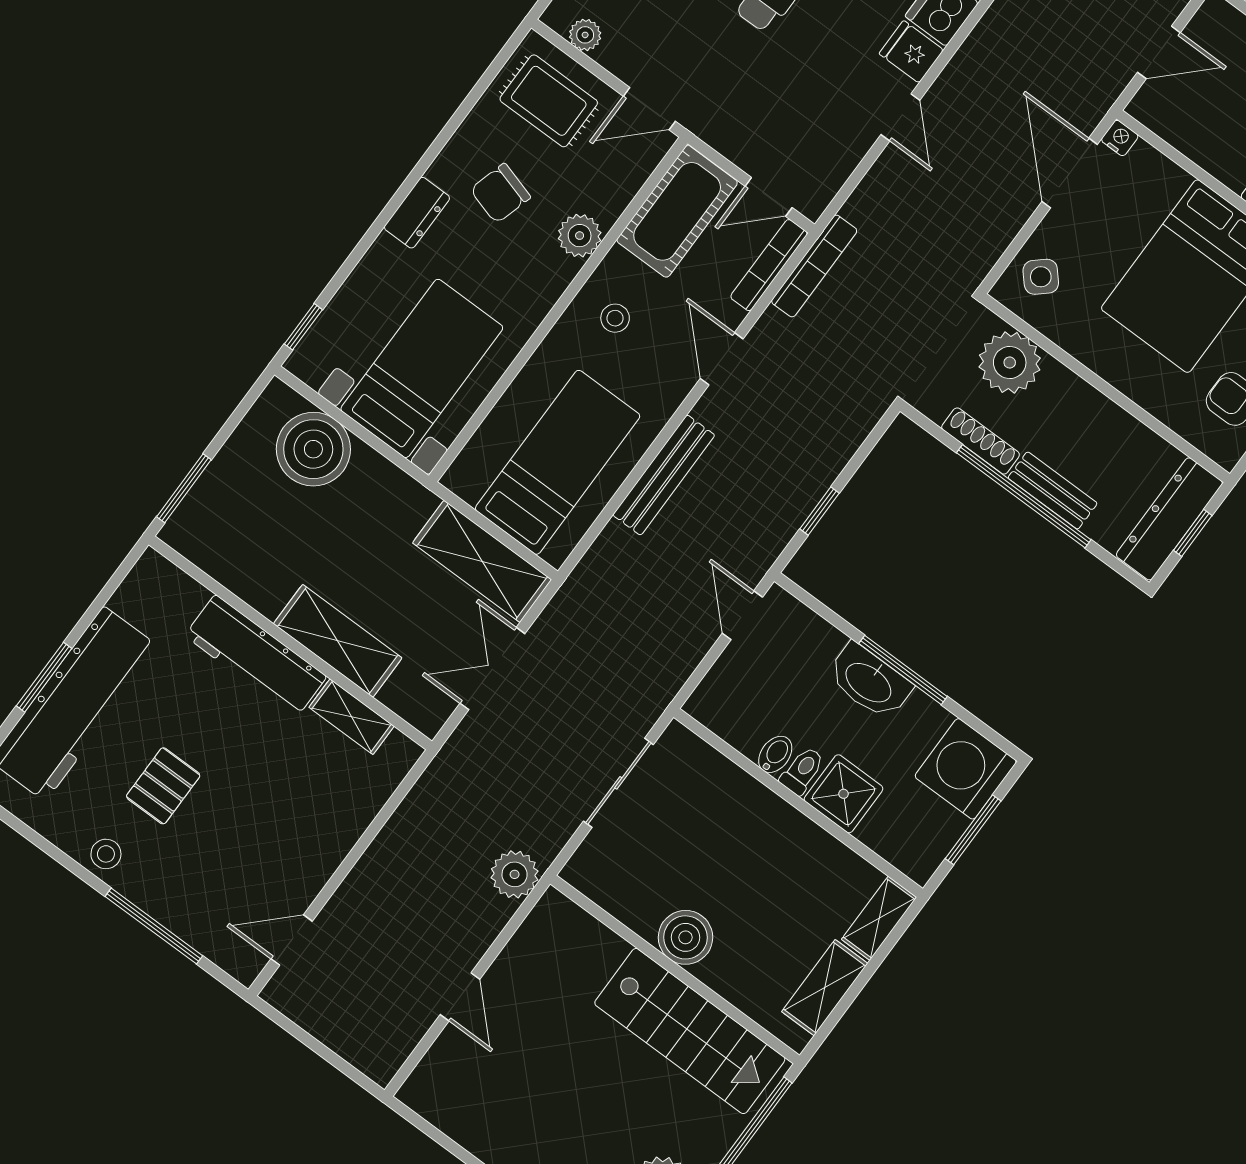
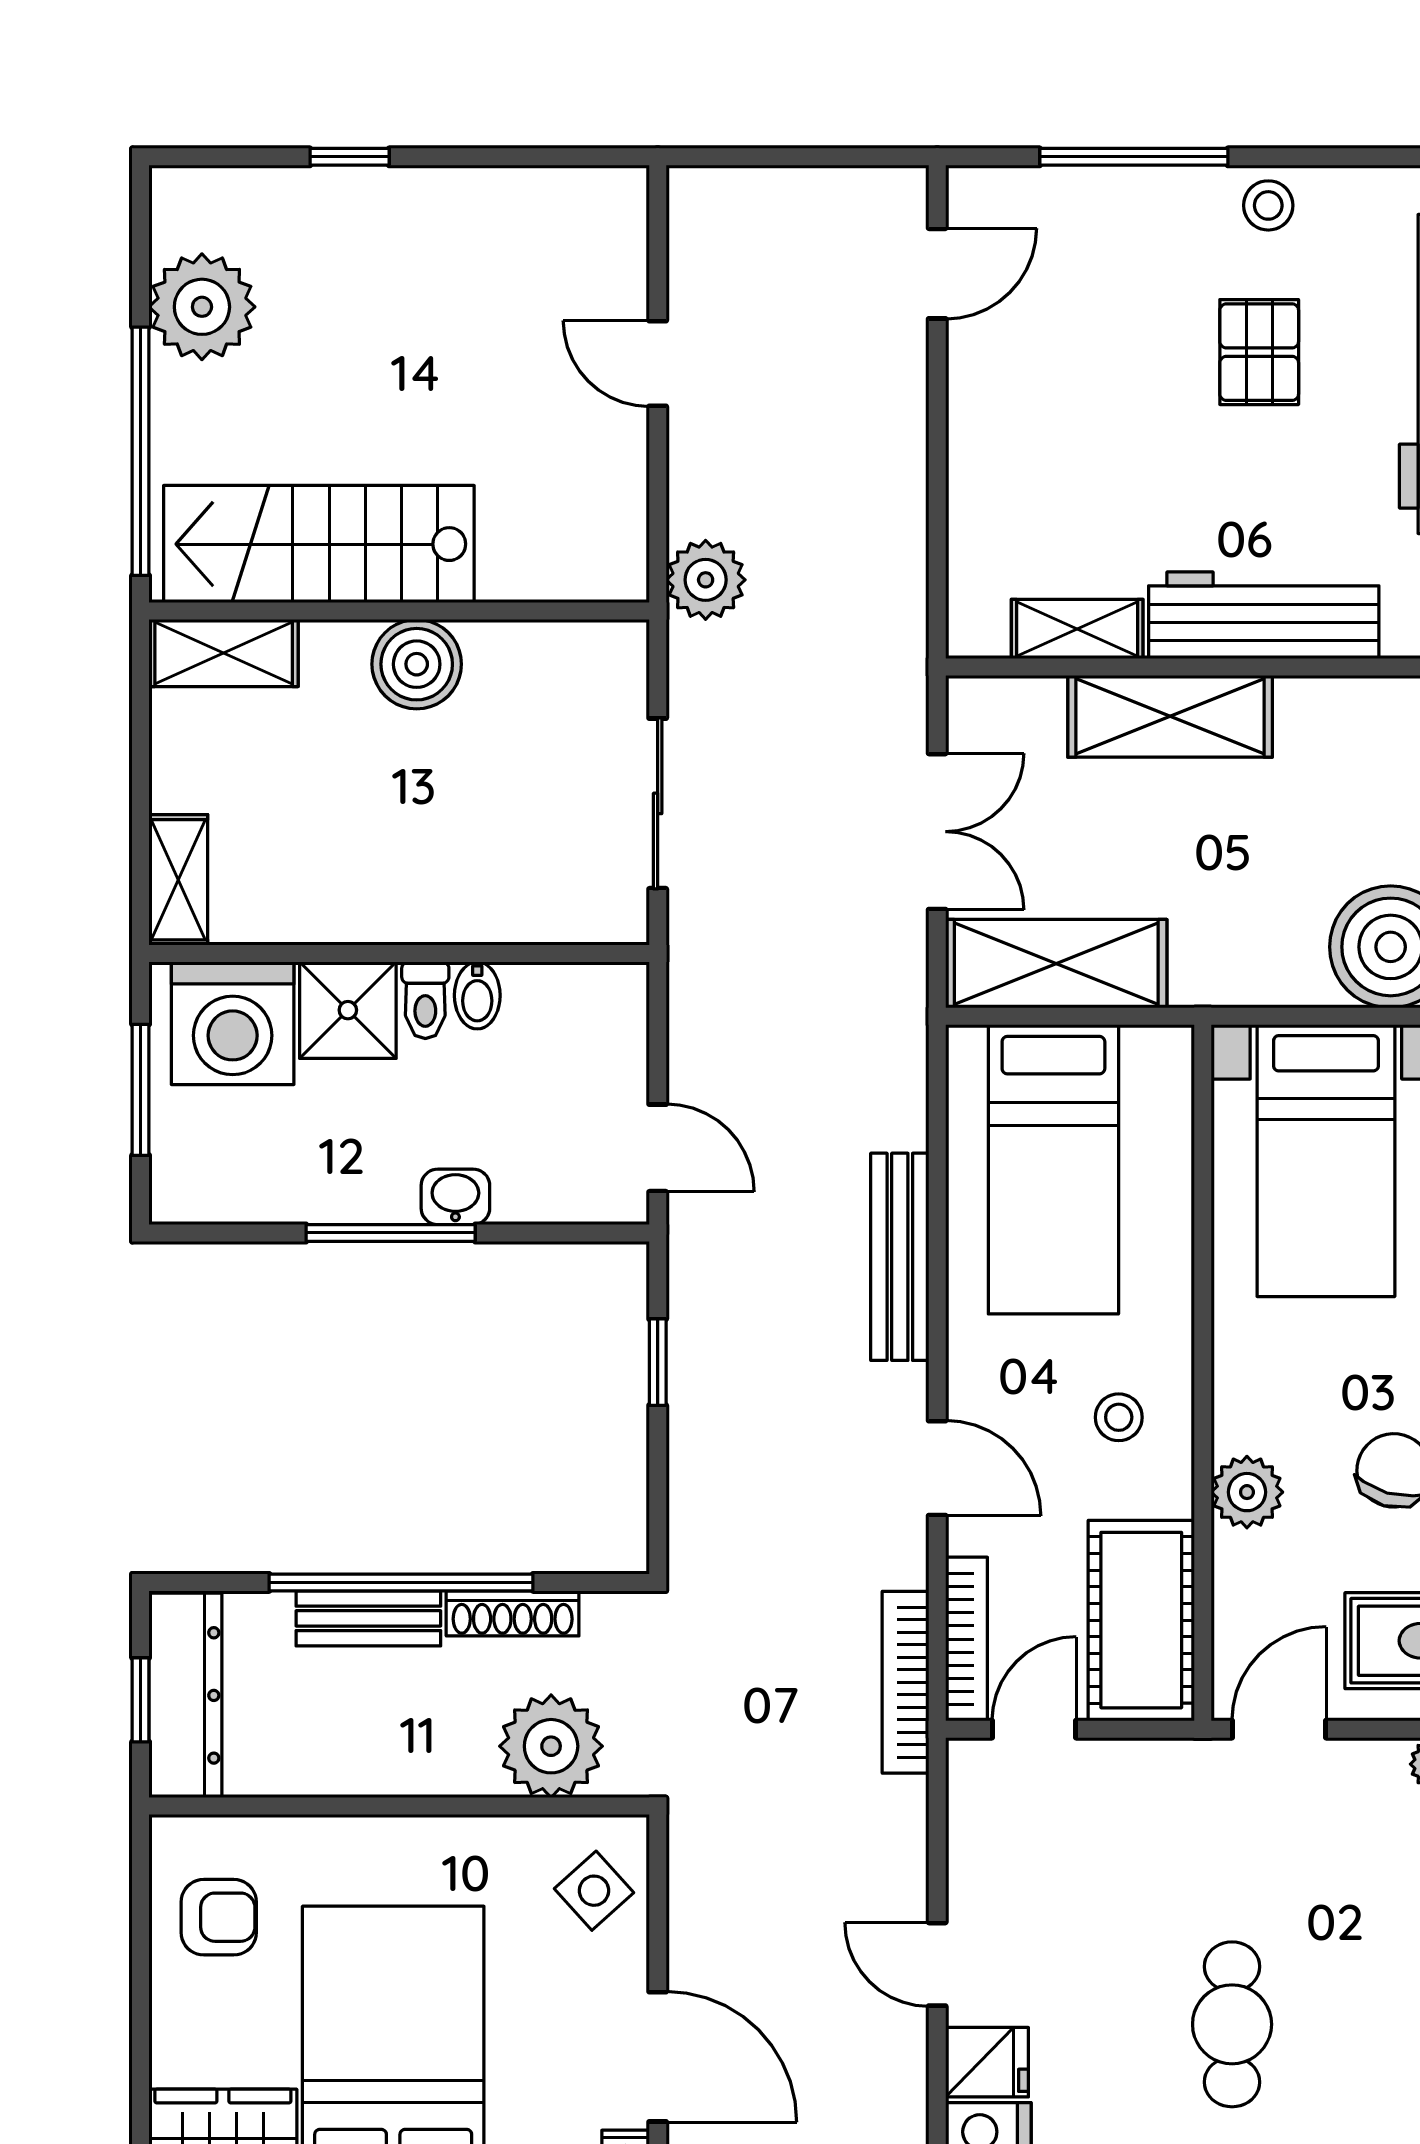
washbasin: (869, 682) -> (455, 1197), width x0.52, depth x0.69
washing machine: (966, 769) -> (233, 1023), moved, turned 90
shelving: (825, 988) -> (224, 653), moved, turned 90

